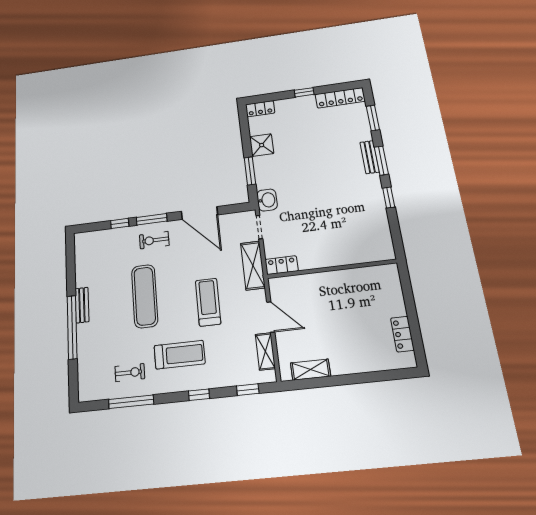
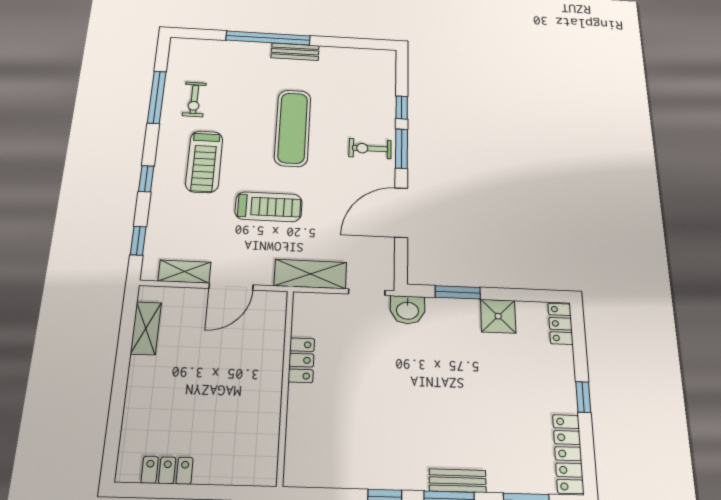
exercise bike: (154, 240) -> (370, 149), turned -90
locker: (282, 265) -> (301, 360), moved
exercise mat: (145, 296) -> (293, 128), turned 90

